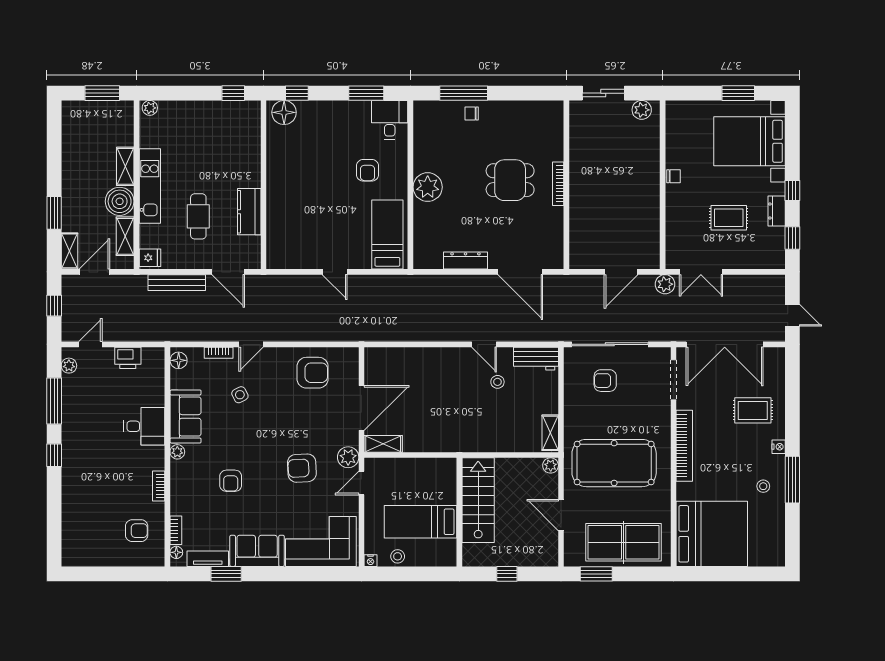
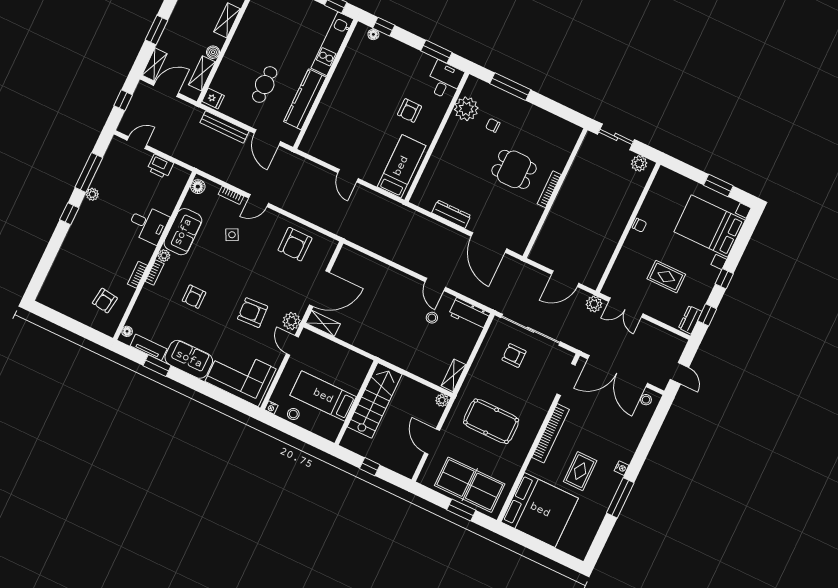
floor lamp: (284, 112) -> (373, 34), width x0.53, depth x0.53
chair: (472, 113) -> (493, 125), moved
kitchen unit: (150, 186) -> (332, 44), moved, turned 180
plant: (428, 187) -> (466, 109), moved
boiler: (120, 201) -> (213, 52), width x0.54, depth x0.54
dresser: (777, 211) -> (690, 320), moved
kitchen counter: (249, 212) -> (305, 99), width x1.50
plant: (69, 366) -> (92, 194), moved
armchair: (313, 373) -> (295, 244), turned 90
rug: (753, 410) -> (580, 471), moved, turned 90
pool table: (614, 463) -> (491, 421), width x0.73, depth x0.76
door: (361, 483) -> (292, 345), hinge flipped
stool: (763, 486) -> (646, 400), moved
bookcase: (176, 530) -> (155, 272), moved
armchair: (137, 531) -> (105, 301), turned 98
window: (596, 574) -> (461, 510), moved

